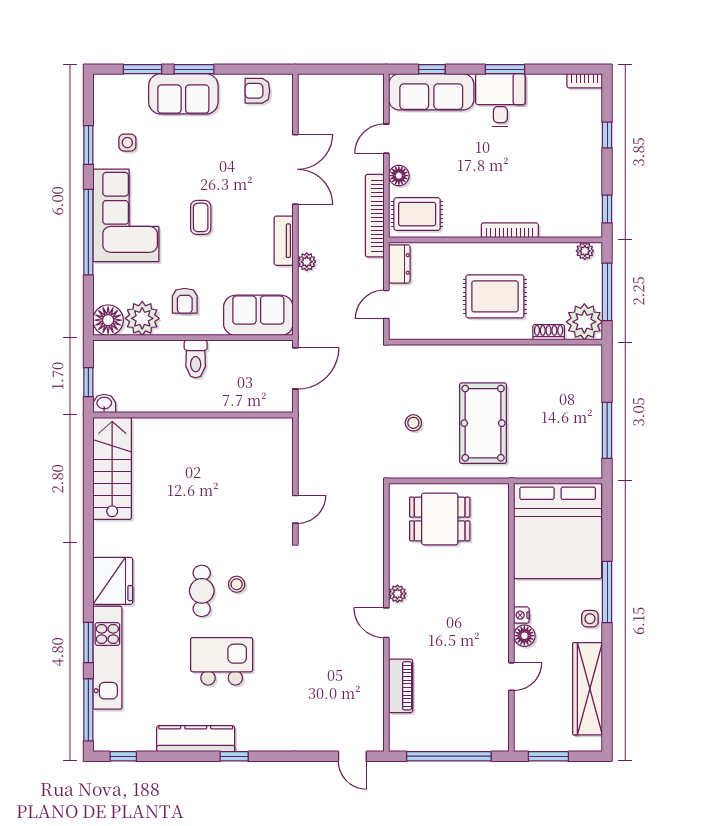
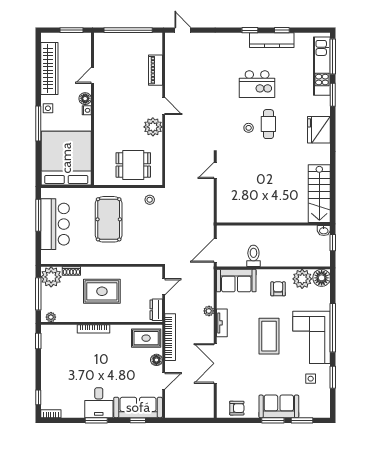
window: (607, 135) -> (38, 397), moved
coffee table: (201, 217) -> (269, 336), width x1.86, depth x1.72
toilet: (196, 359) -> (253, 256), moved
bar counter: (577, 415) -> (55, 224), added
stool: (413, 423) -> (150, 200), moved
plant: (397, 594) -> (153, 127), width x1.88, depth x1.88
kitchen unit: (107, 658) -> (322, 66), moved
window: (123, 756) -> (282, 30), moved

